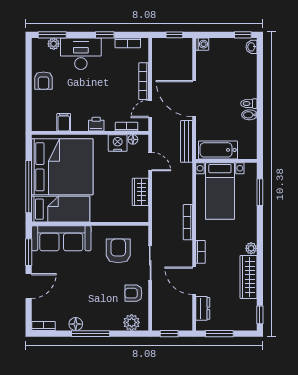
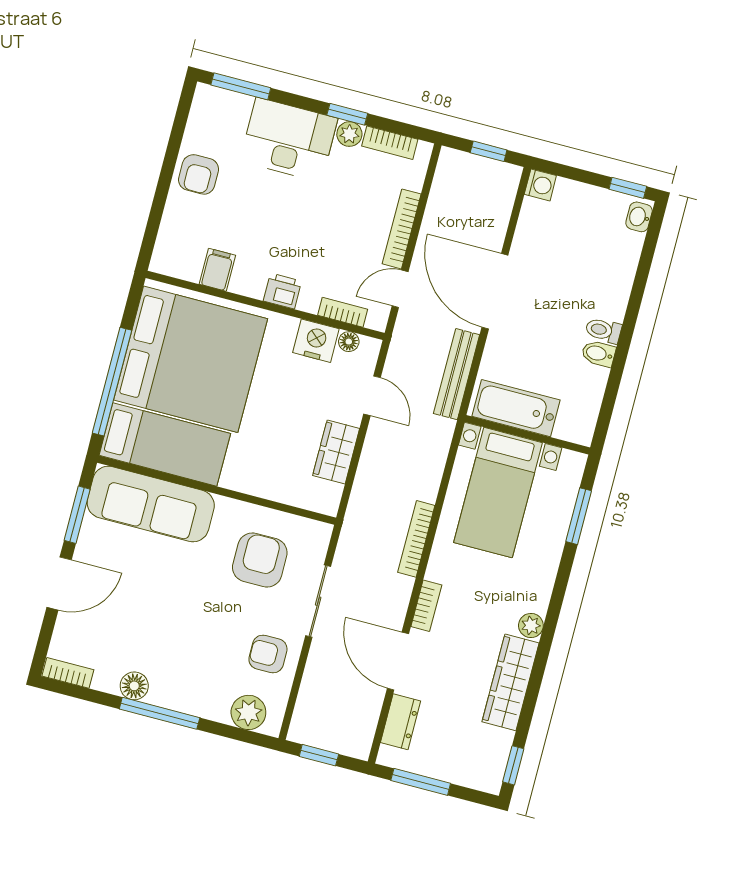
plant: (54, 44) -> (349, 134), moved

